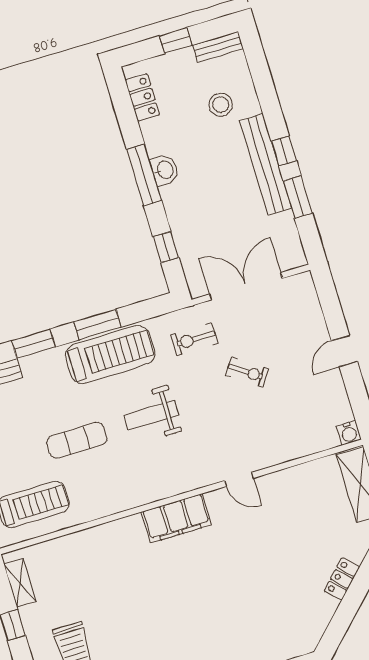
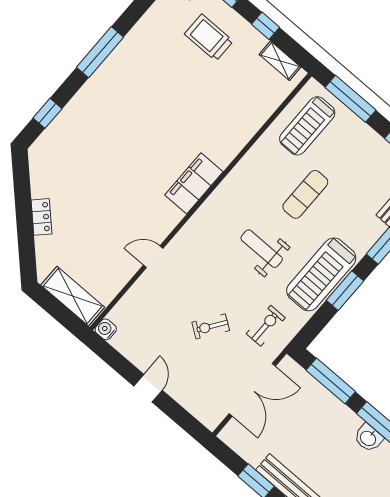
window: (166, 247) -> (331, 381), width x2.17
weight bench: (151, 415) -> (262, 249), turned -90
door: (239, 479) -> (153, 257), moved

